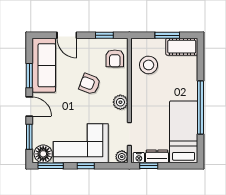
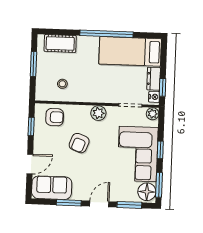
cot: (182, 47) -> (60, 43), moved, turned 90
sofa: (44, 65) -> (52, 188), width x0.73
stool: (149, 65) -> (62, 84), width x0.53, depth x0.53

